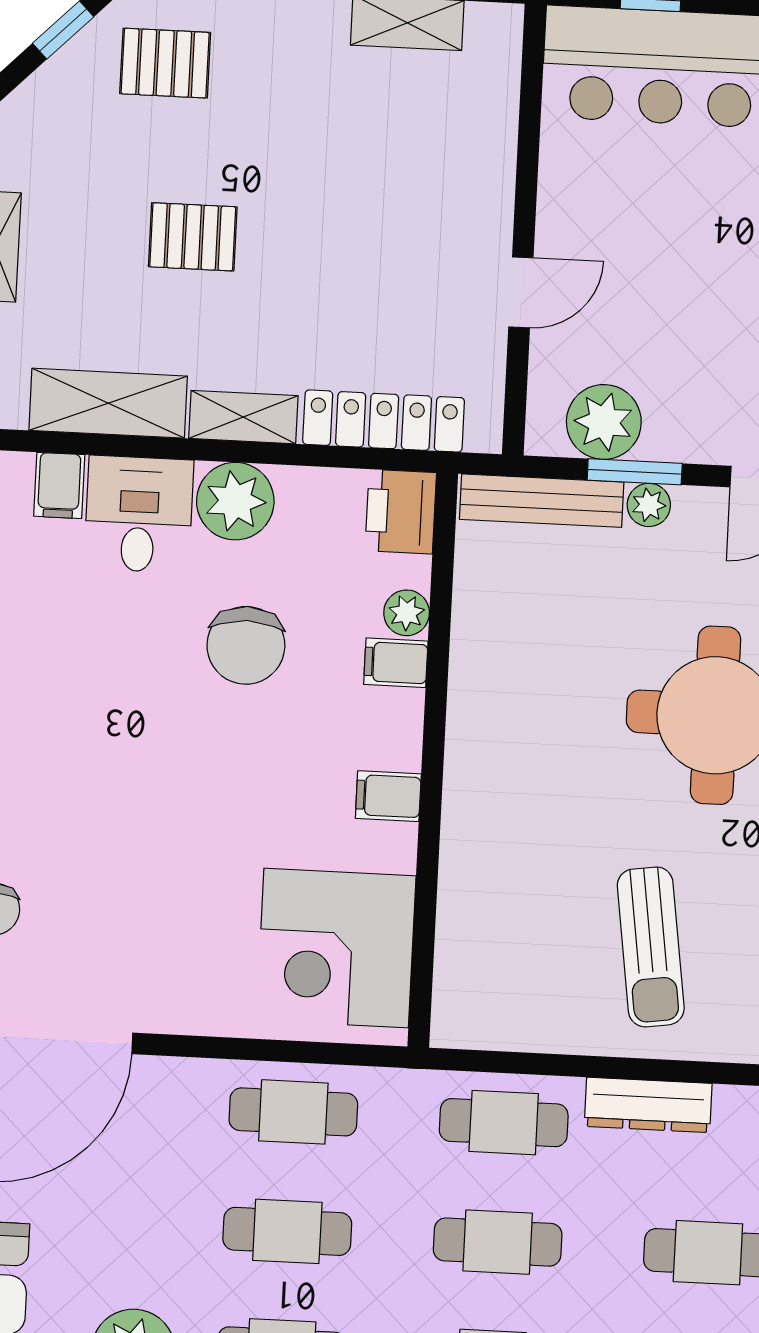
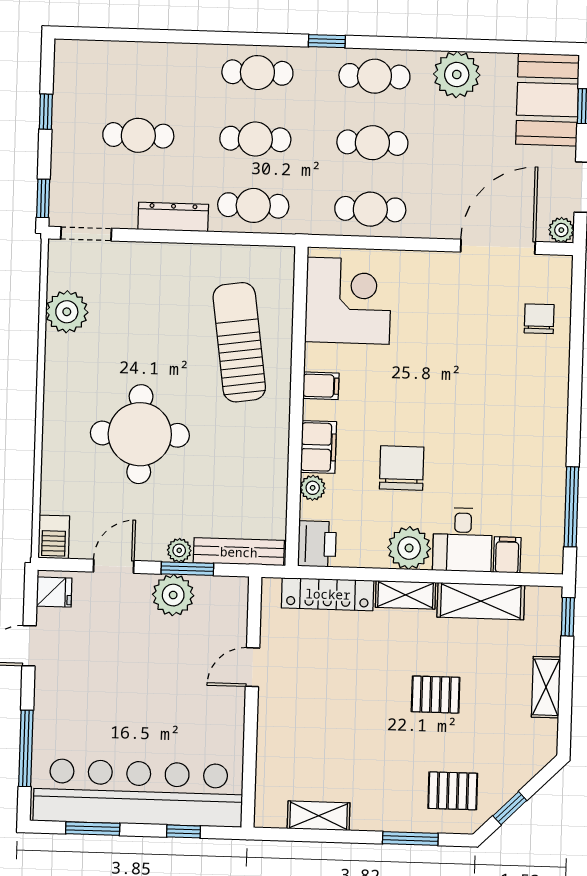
plant: (604, 422) -> (173, 595), moved
filing cabinet: (396, 663) -> (319, 447), width x2.00
sun lounger: (651, 947) -> (239, 342), moved, width x1.36, depth x1.34

